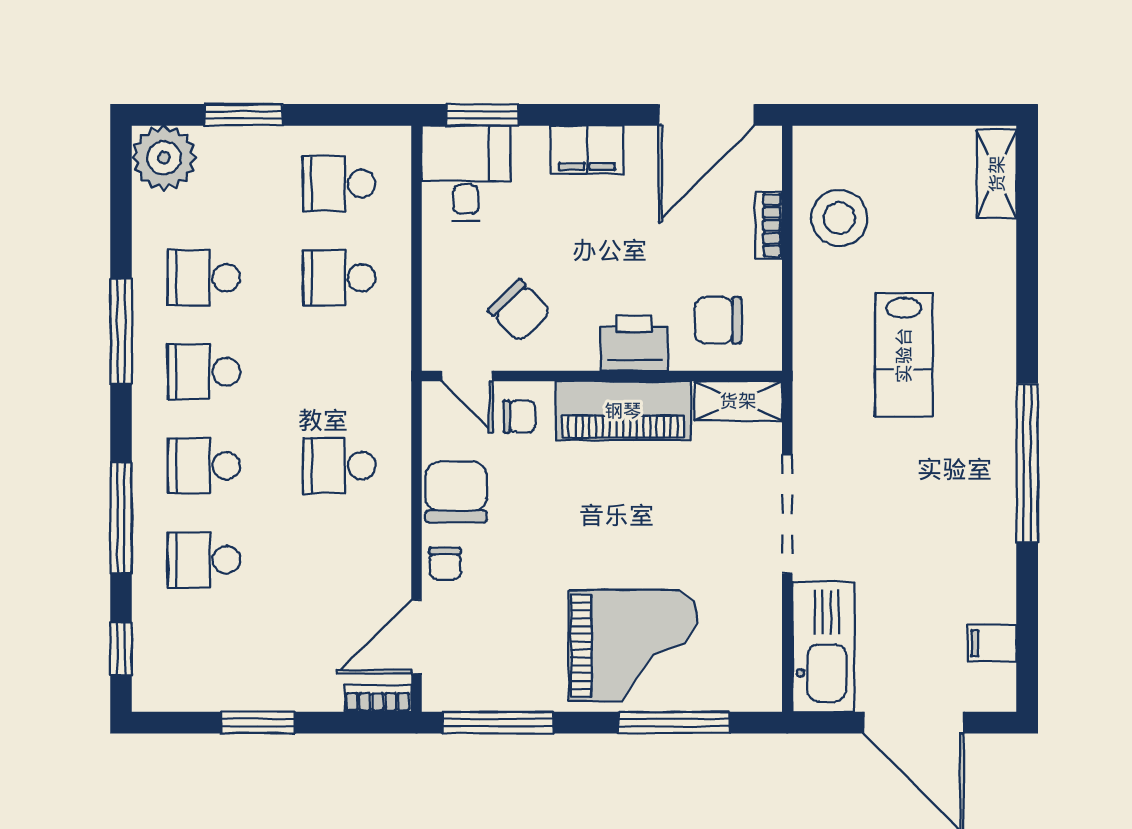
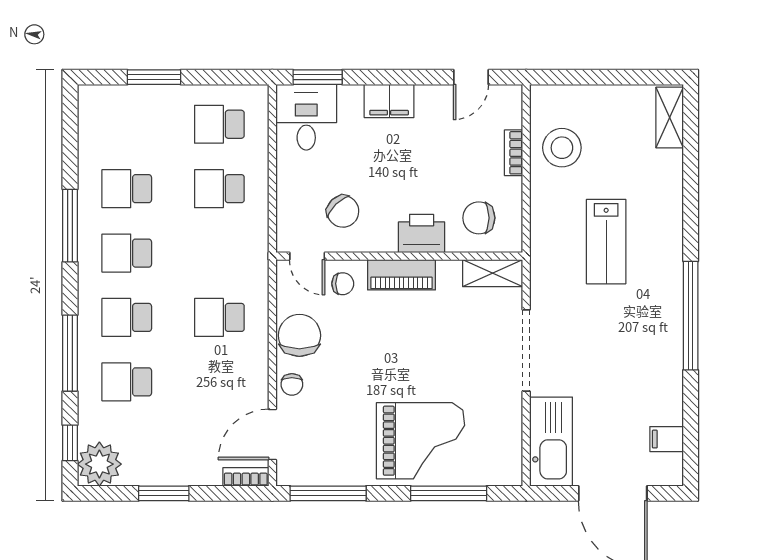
door: (706, 115) -> (471, 77), width x0.53
plant: (164, 158) -> (99, 464), moved
piano: (623, 411) -> (402, 275), width x0.73, depth x0.75

